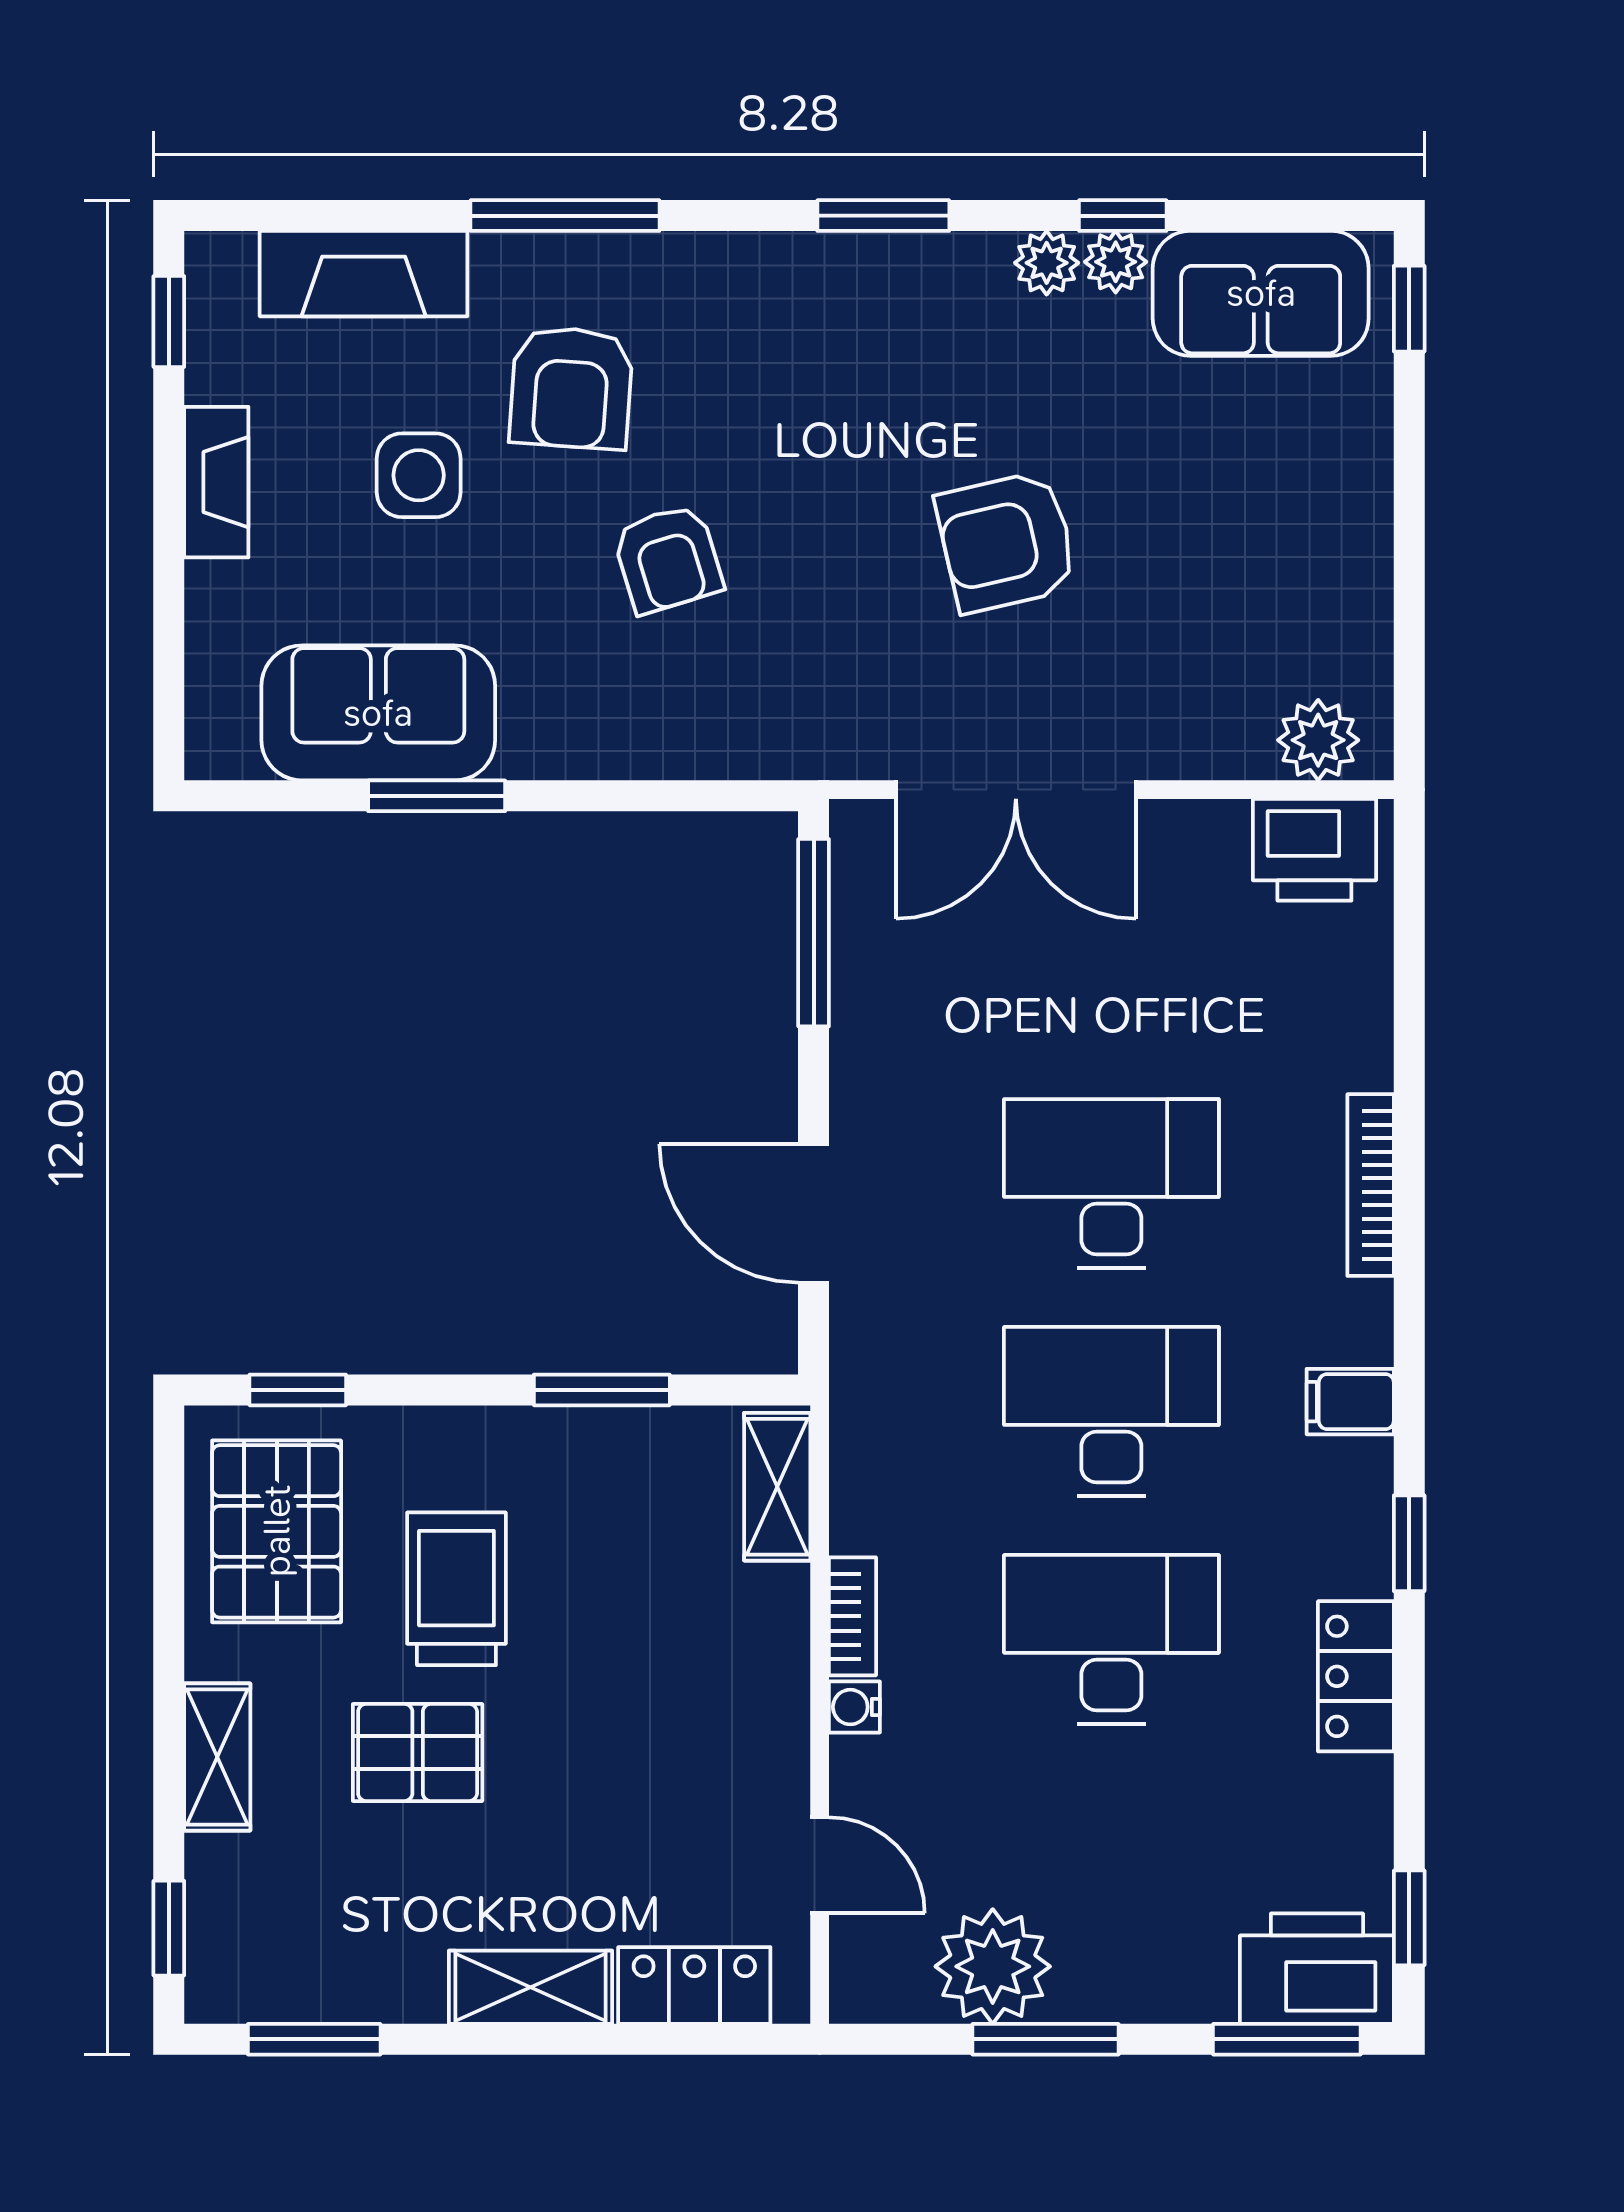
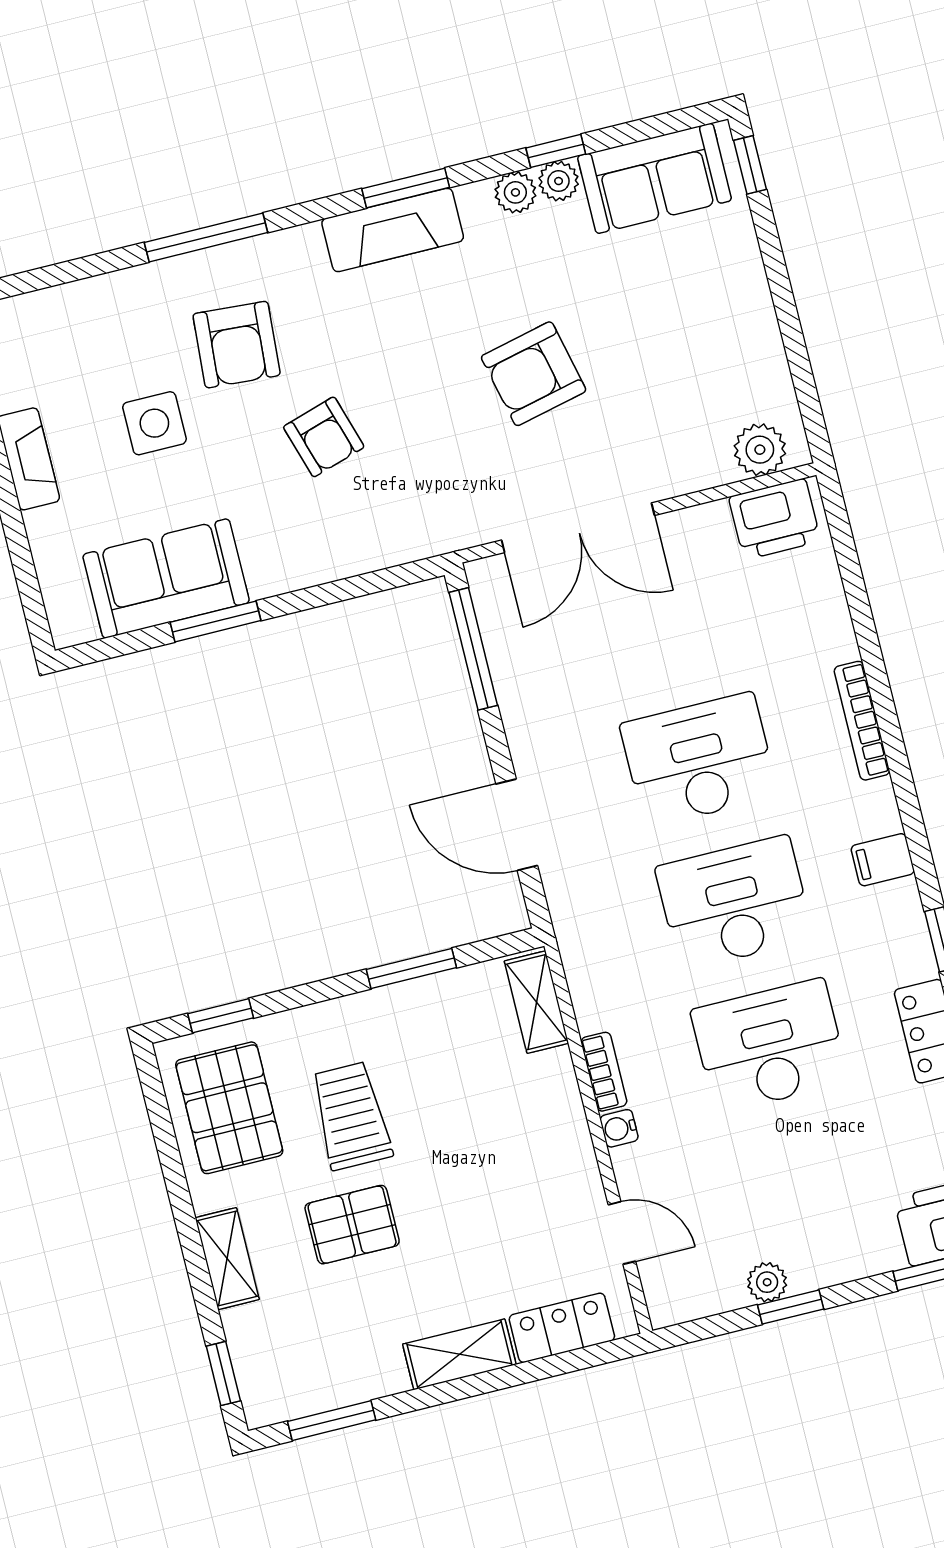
fireplace: (364, 274) -> (393, 230), moved
plant: (993, 1966) -> (767, 1282), width x0.53, depth x0.53
window: (1046, 2039) -> (791, 1307), width x0.67

